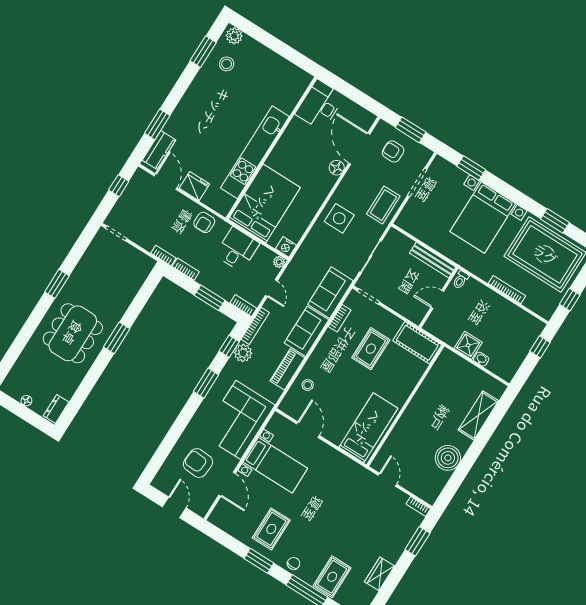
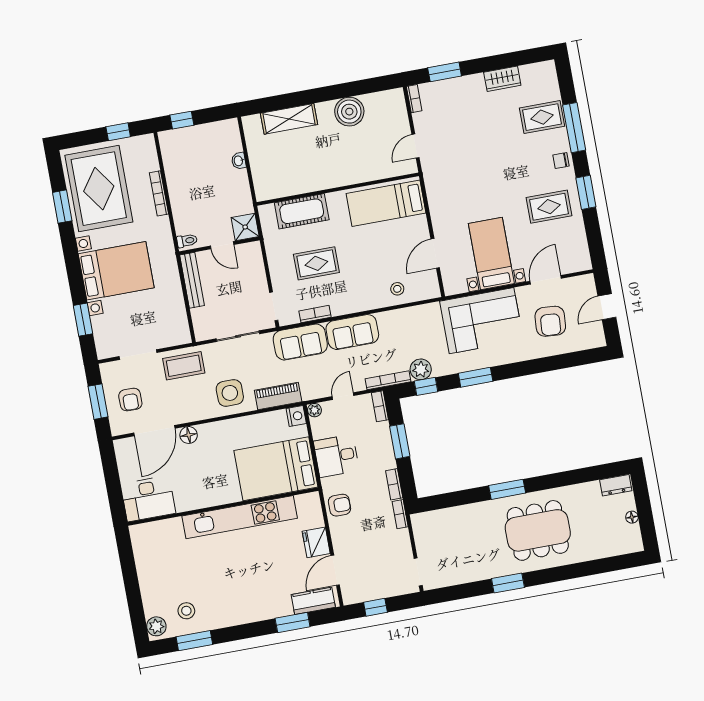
cot: (417, 343) -> (302, 211), moved, turned 90
shower: (468, 345) -> (245, 227), moved
piano: (287, 369) -> (278, 396), moved, turned 180

